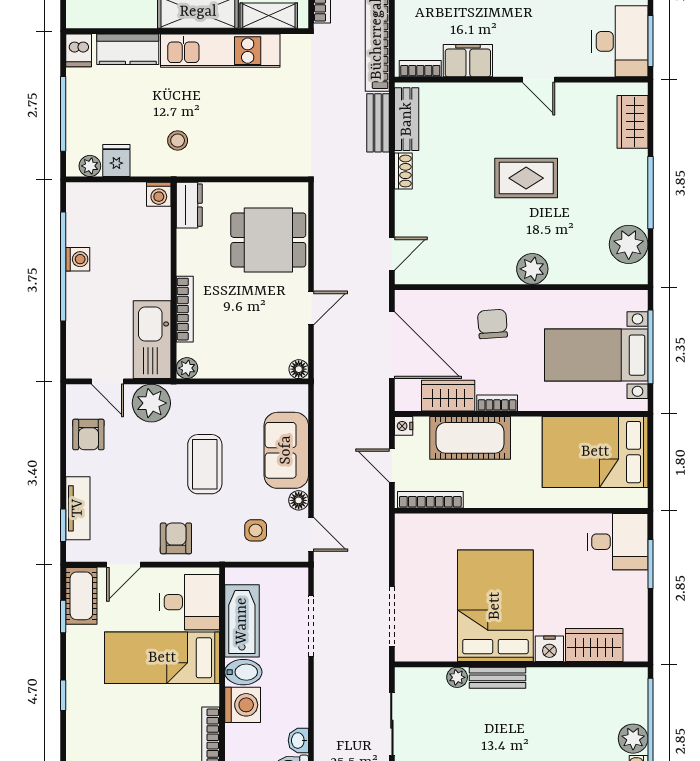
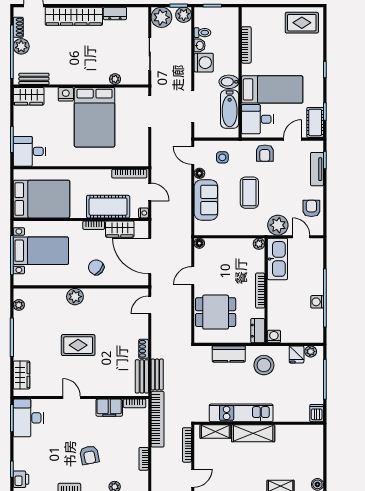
kitchen counter: (128, 49) -> (229, 354), moved, turned 180
stool: (178, 140) -> (264, 365), width x1.89, depth x1.89
plant: (629, 244) -> (19, 305), width x0.53, depth x0.53
bookcase: (185, 309) -> (260, 291), moved
chair: (492, 324) -> (96, 267), turned 132
wardrobe: (594, 645) -> (29, 96), moved
bench: (498, 678) -> (34, 79), moved
washing machine: (243, 705) -> (204, 63), moved, turned 180

